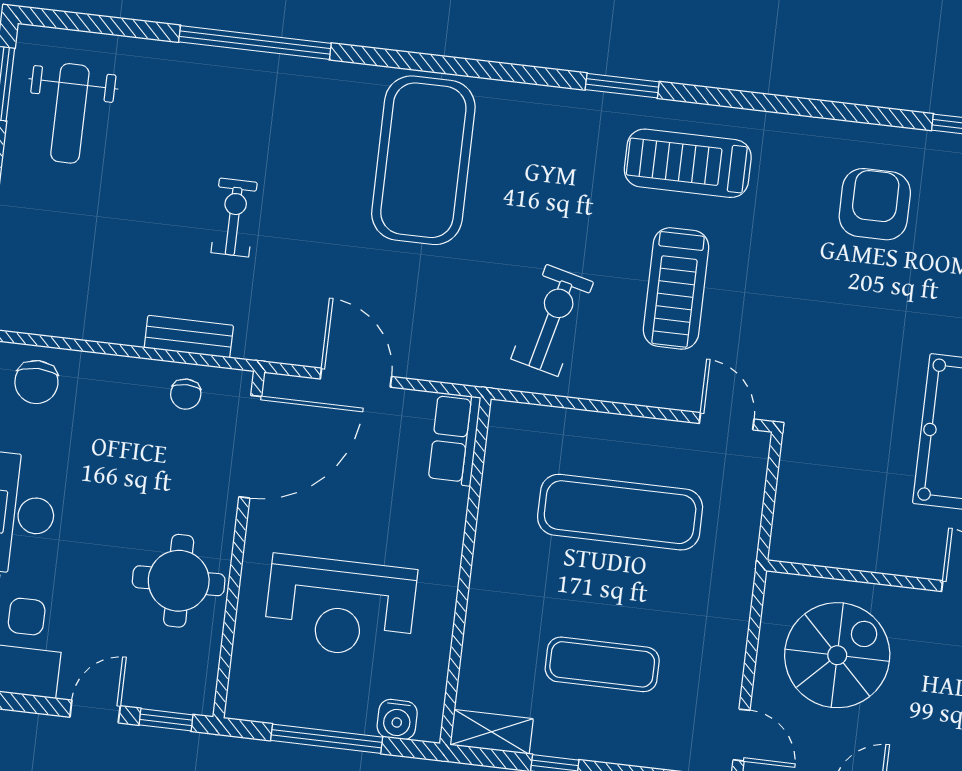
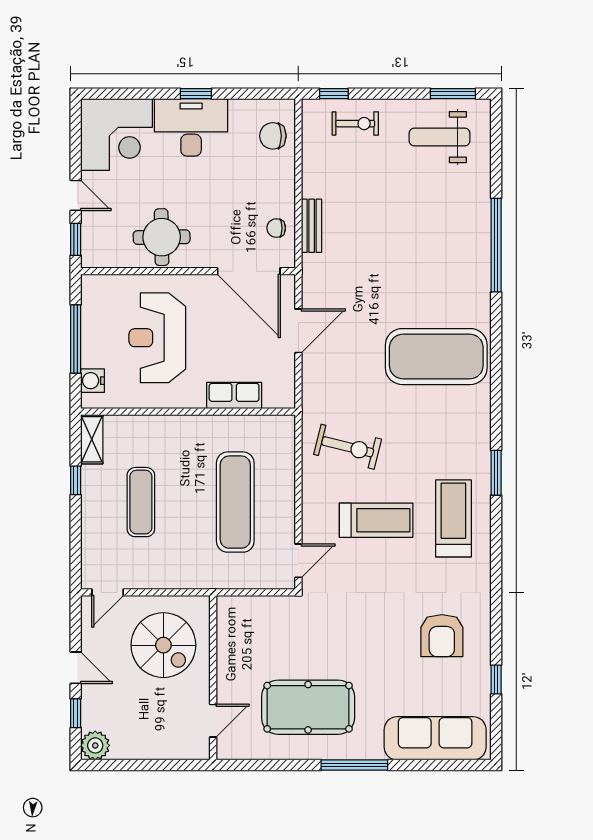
armchair: (875, 204) -> (442, 636), turned 90
exercise bike: (234, 217) -> (355, 124), moved
treadmill: (676, 288) -> (376, 520), turned 180
row of seats: (454, 439) -> (234, 396), moved

